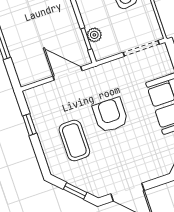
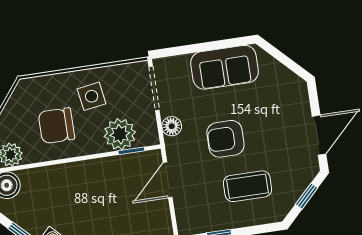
plant: (94, 35) -> (120, 134), width x1.88, depth x1.88
floor lamp: (113, 69) -> (172, 126), added

